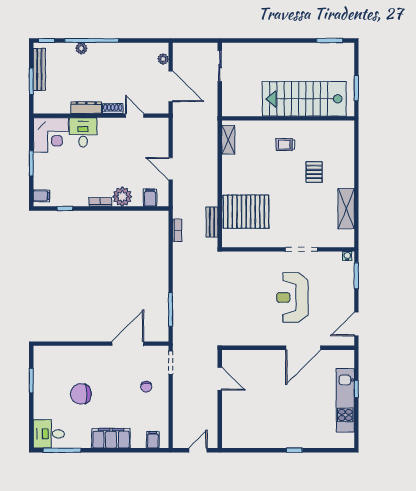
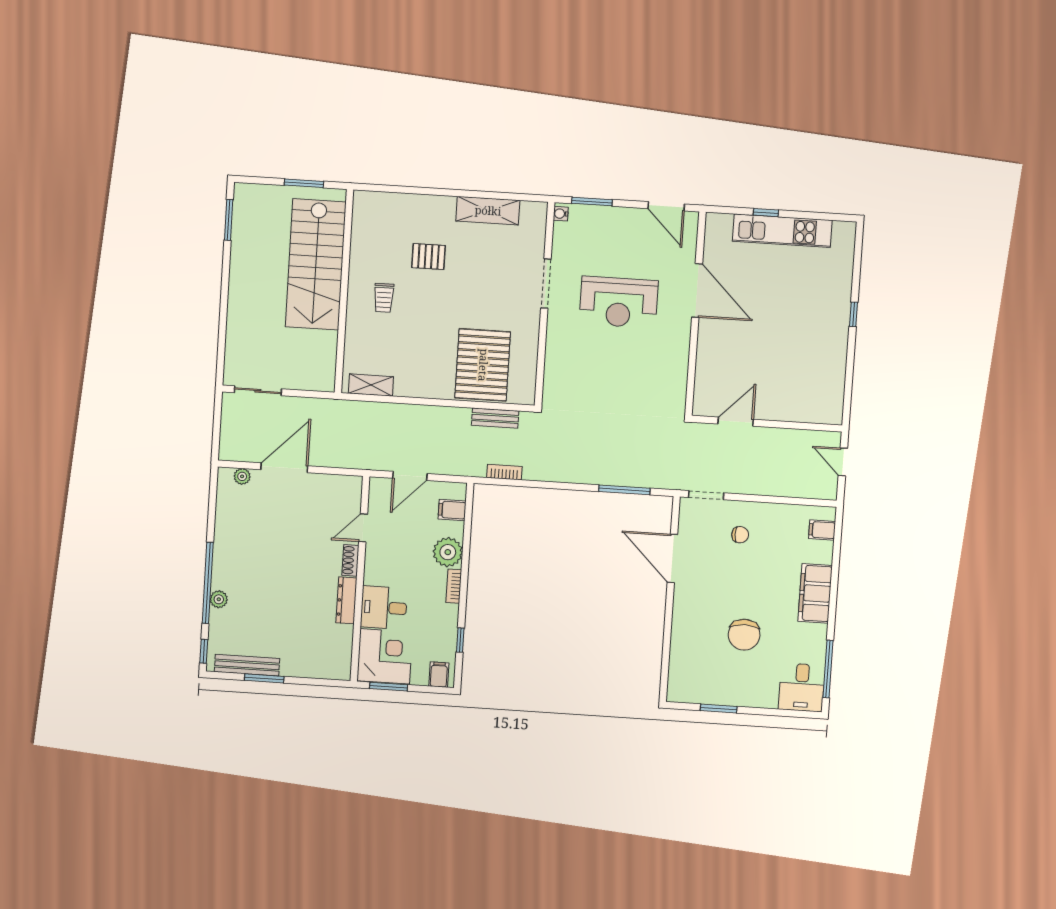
dresser: (86, 108) -> (346, 600), moved
shoe rack: (113, 109) -> (350, 560), moved
wall: (101, 116) -> (360, 579), moved
door: (135, 116) -> (363, 528), moved
desk: (83, 132) -> (384, 608), moved
corner desk: (51, 135) -> (385, 656), moved

